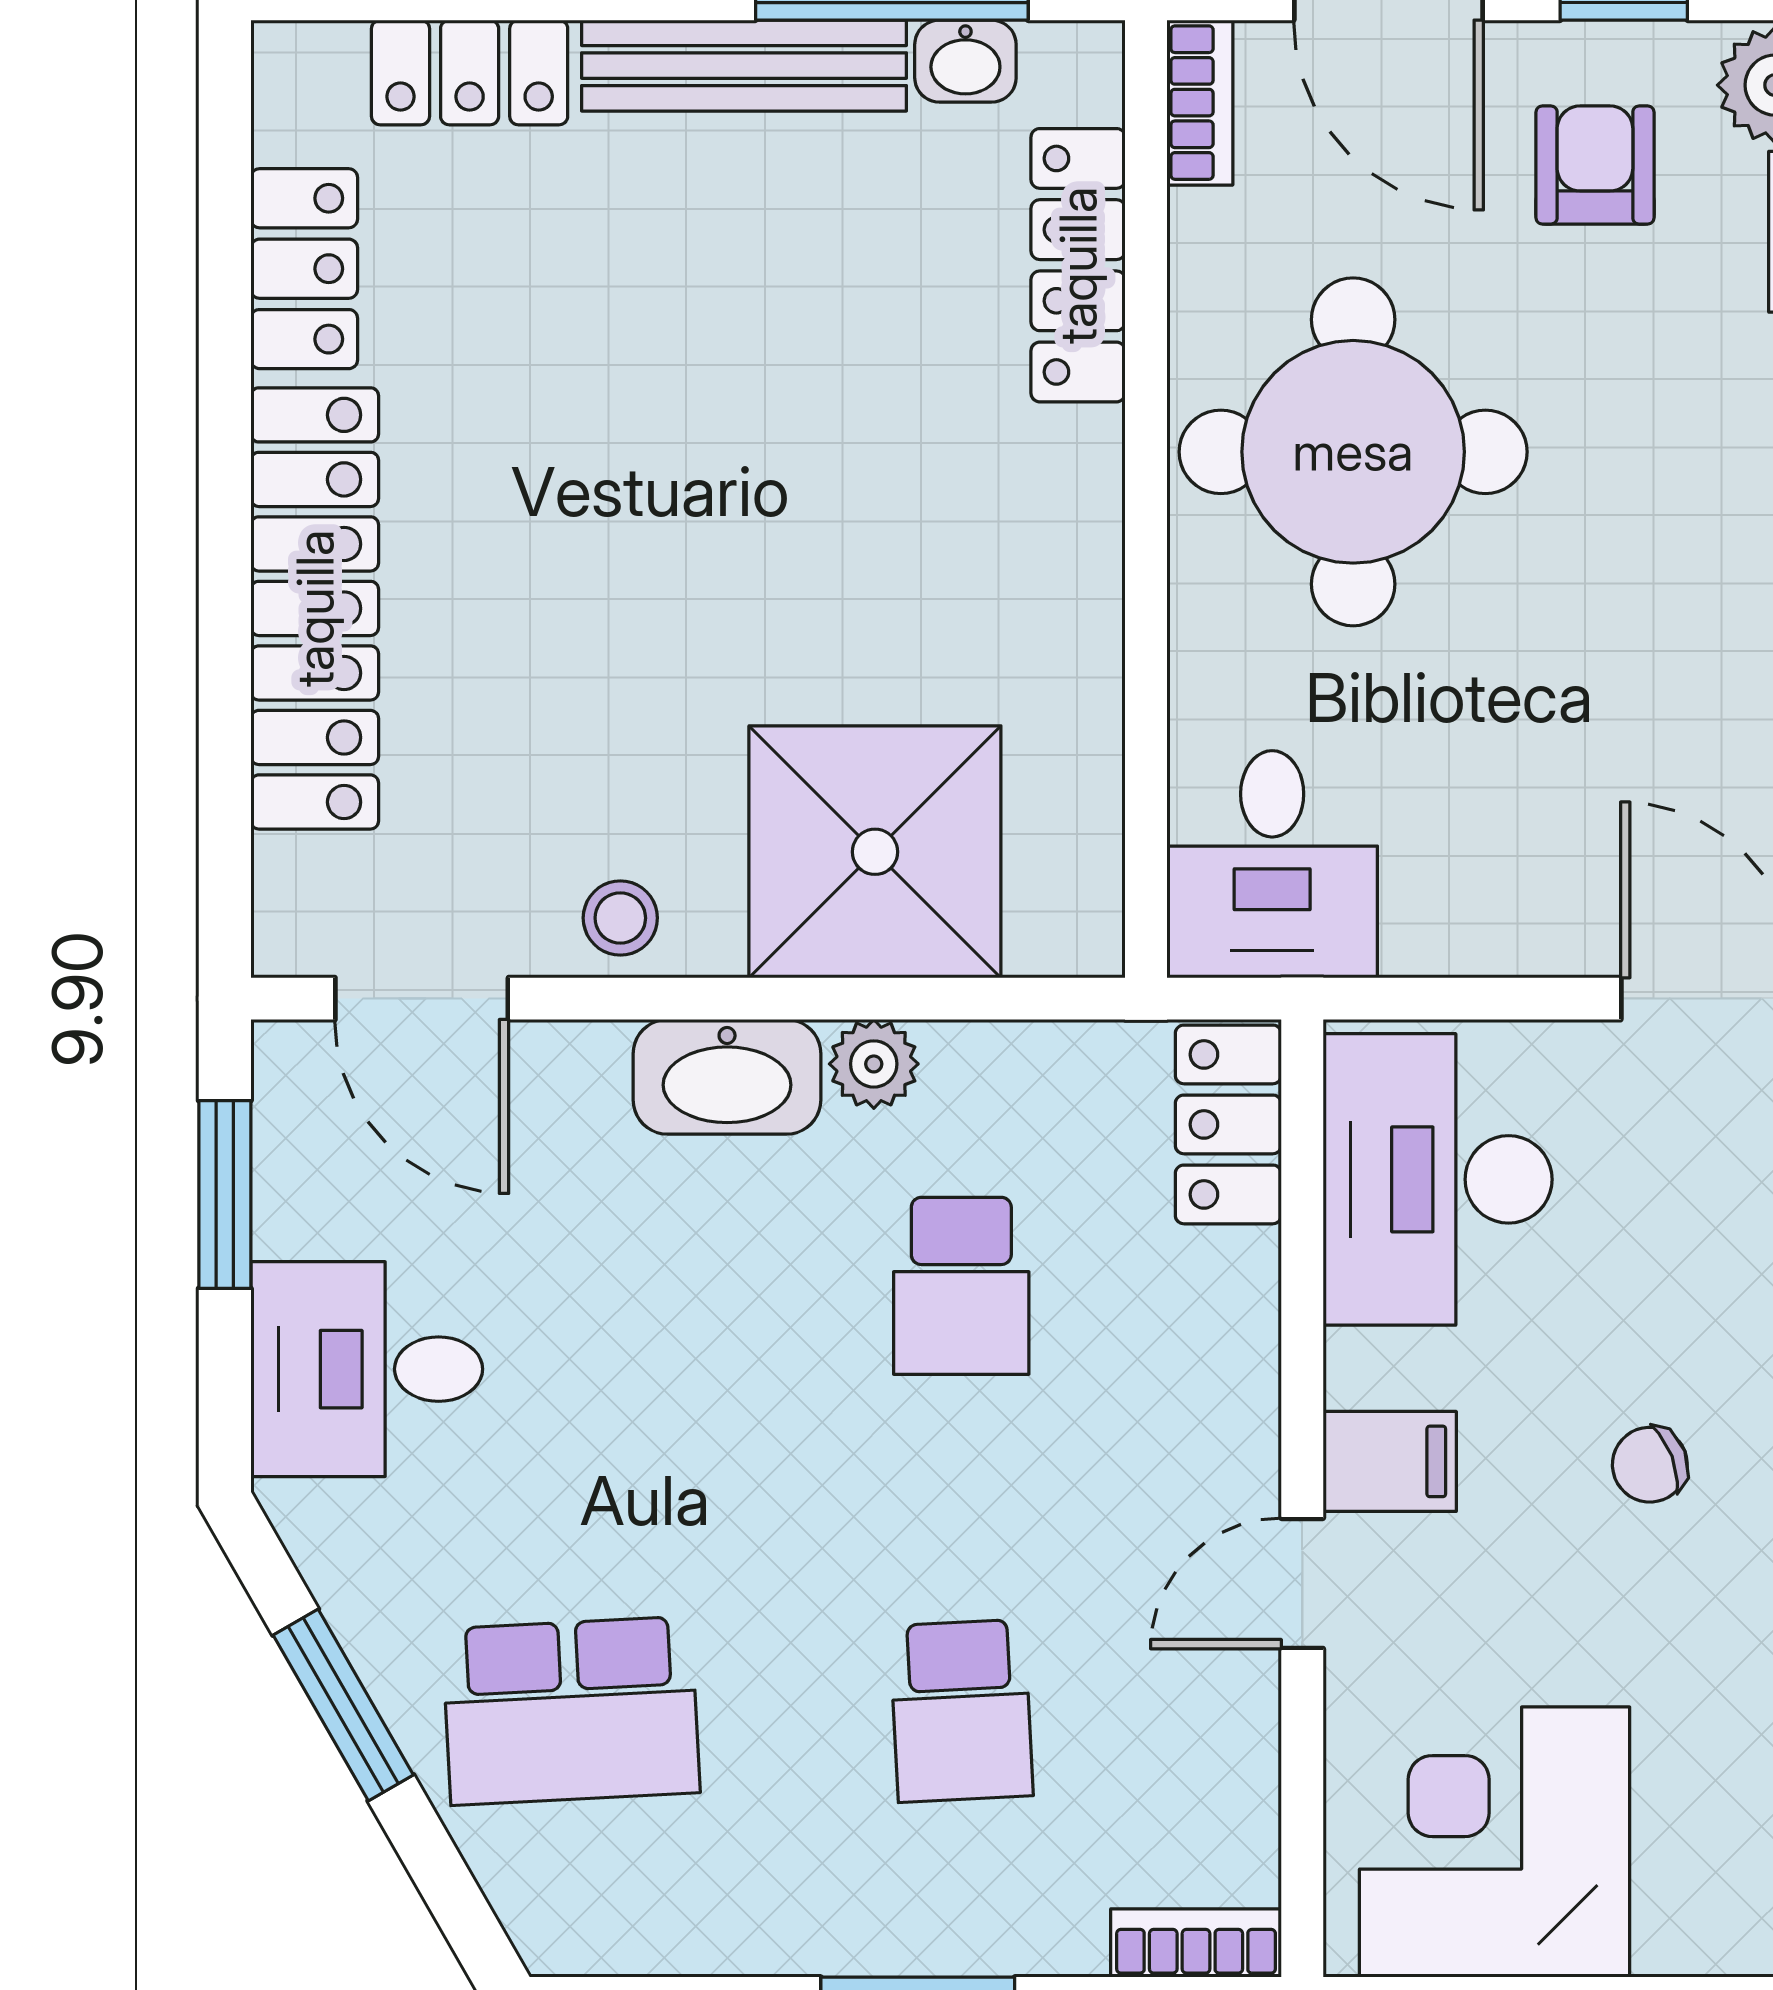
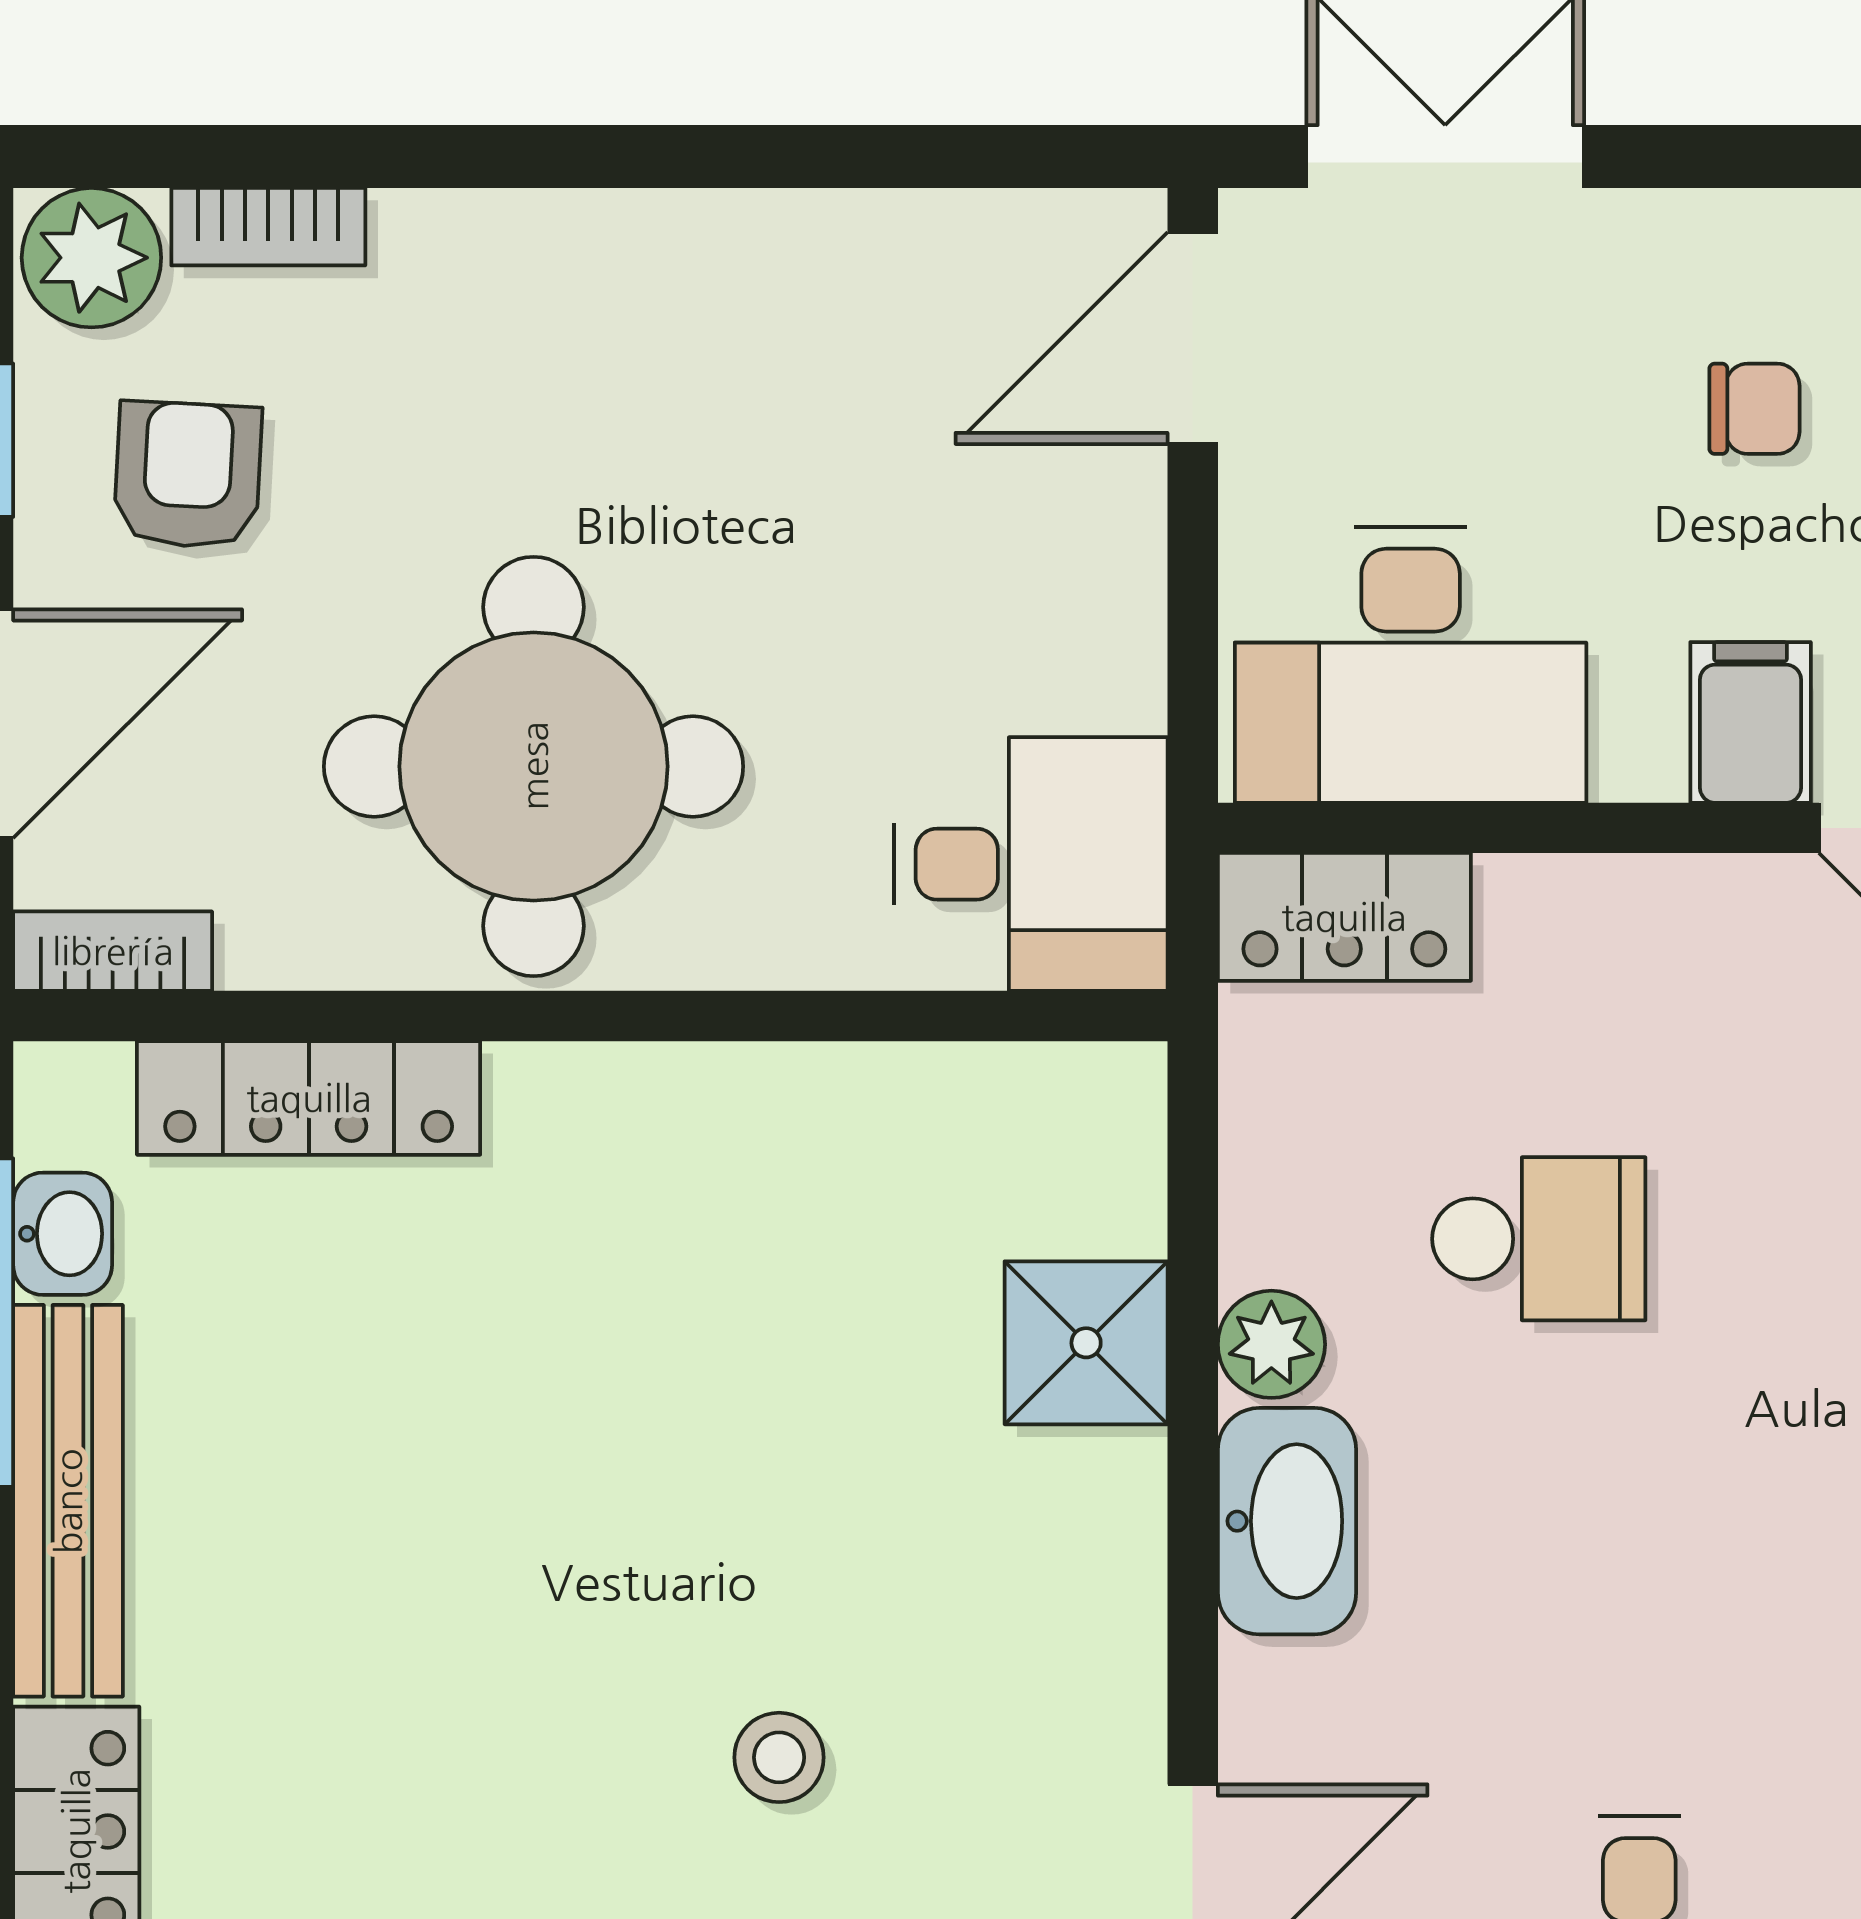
armchair: (1595, 165) -> (188, 475), turned 93
shower: (875, 852) -> (1086, 1343), width x0.54, depth x0.54
stool: (620, 918) -> (779, 1757), moved
chair: (1650, 1465) -> (1754, 409), turned -69

